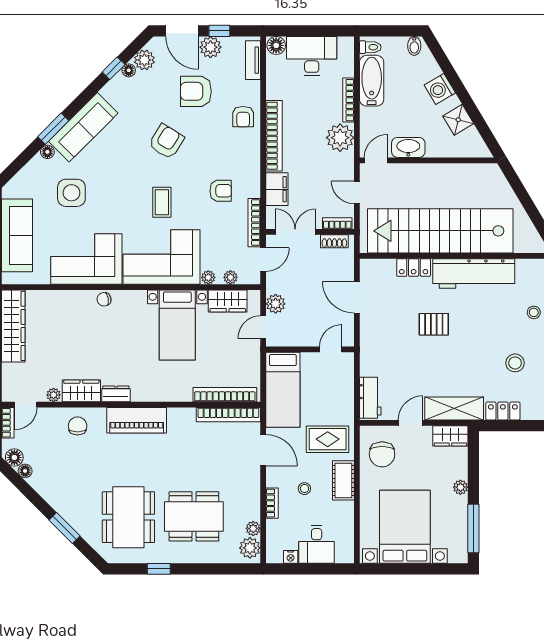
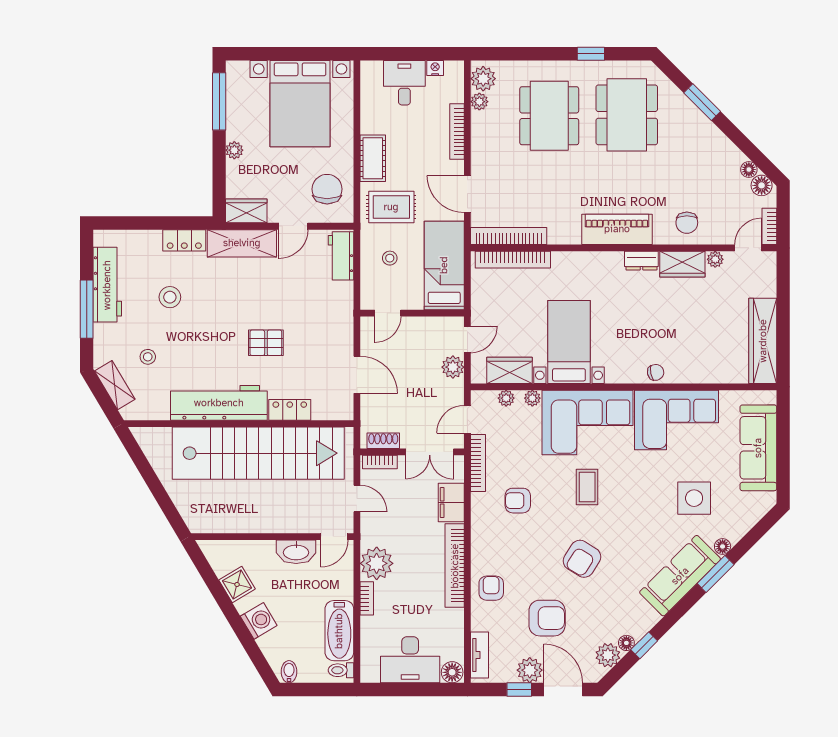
bookcase: (348, 100) -> (367, 598), width x0.64
stool: (304, 489) -> (390, 258), moved
bookcase: (272, 503) -> (457, 131), width x1.56
dining table: (194, 516) -> (549, 116), turned 90

